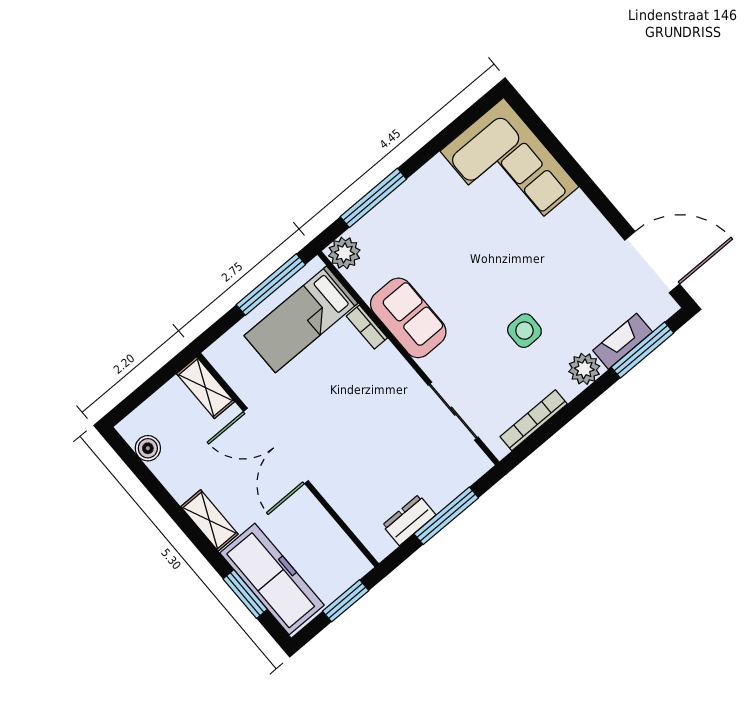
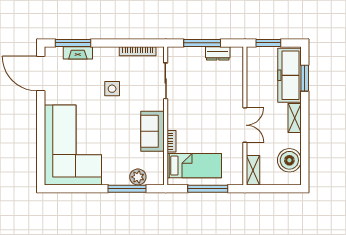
corner sofa: (509, 169) -> (73, 145), width x1.36, depth x1.36
plant: (344, 253) -> (138, 177), moved
window: (271, 285) -> (208, 189), moved
plant: (584, 369) -> (101, 55), removed
double door: (276, 446) -> (245, 125), width x0.73
boiler: (148, 448) -> (289, 160), width x1.86, depth x1.86

